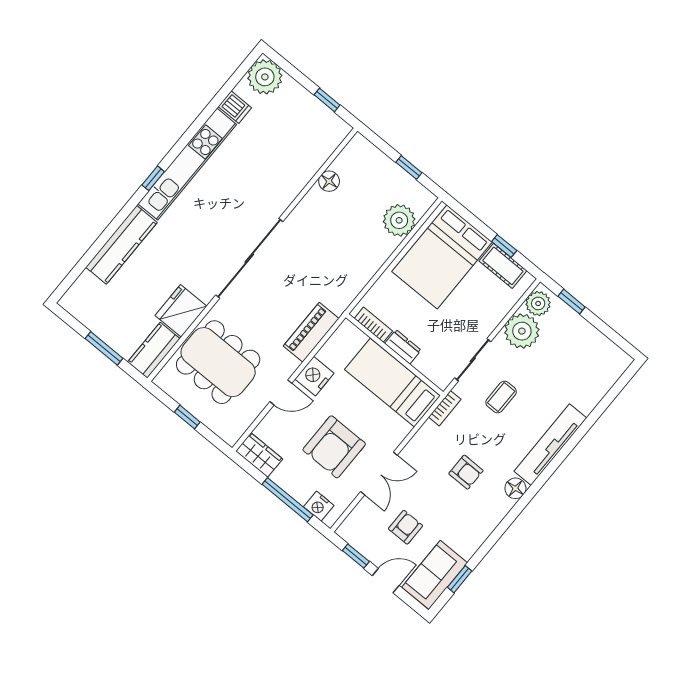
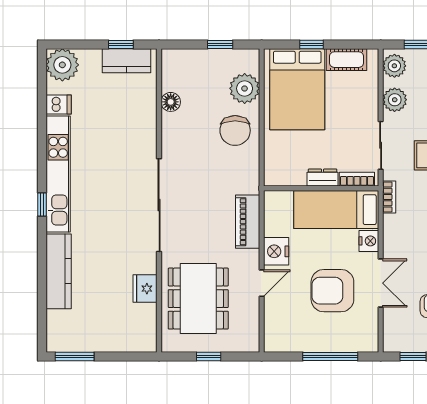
window: (504, 246) -> (312, 45), moved
chair: (363, 248) -> (235, 130), added
fridge: (181, 311) -> (145, 289), width x0.73, depth x0.75
bookcase: (373, 325) -> (357, 179), moved
plant: (522, 331) -> (395, 100), width x0.73, depth x0.73
window: (104, 348) -> (75, 357), moved
kitchen counter: (154, 350) -> (127, 61), moved, turned -90
dining table: (218, 362) -> (198, 299), turned 90
armchair: (334, 447) -> (332, 291), turned 90
wardrobe: (259, 455) -> (283, 341), removed
nightstand: (319, 506) -> (369, 241), moved, turned -90

